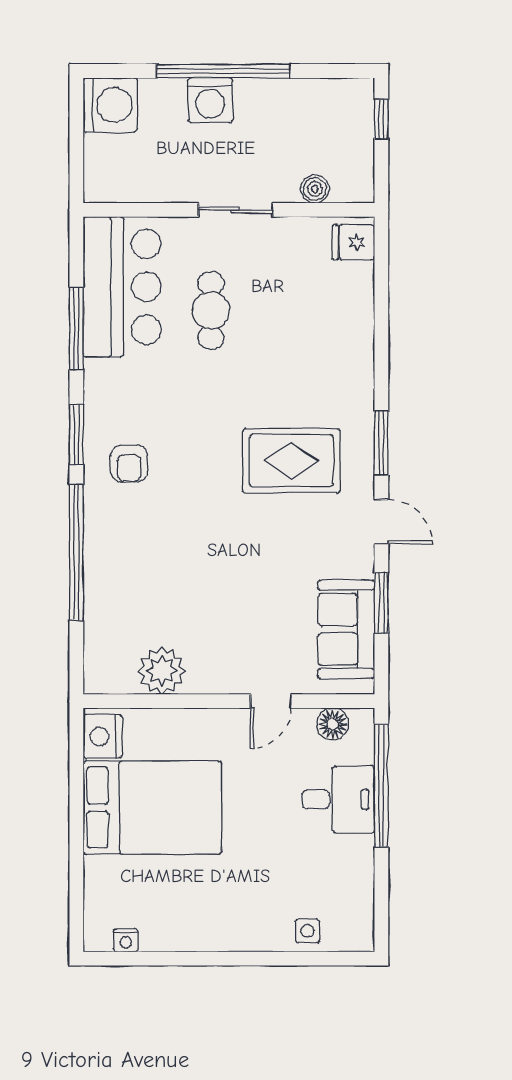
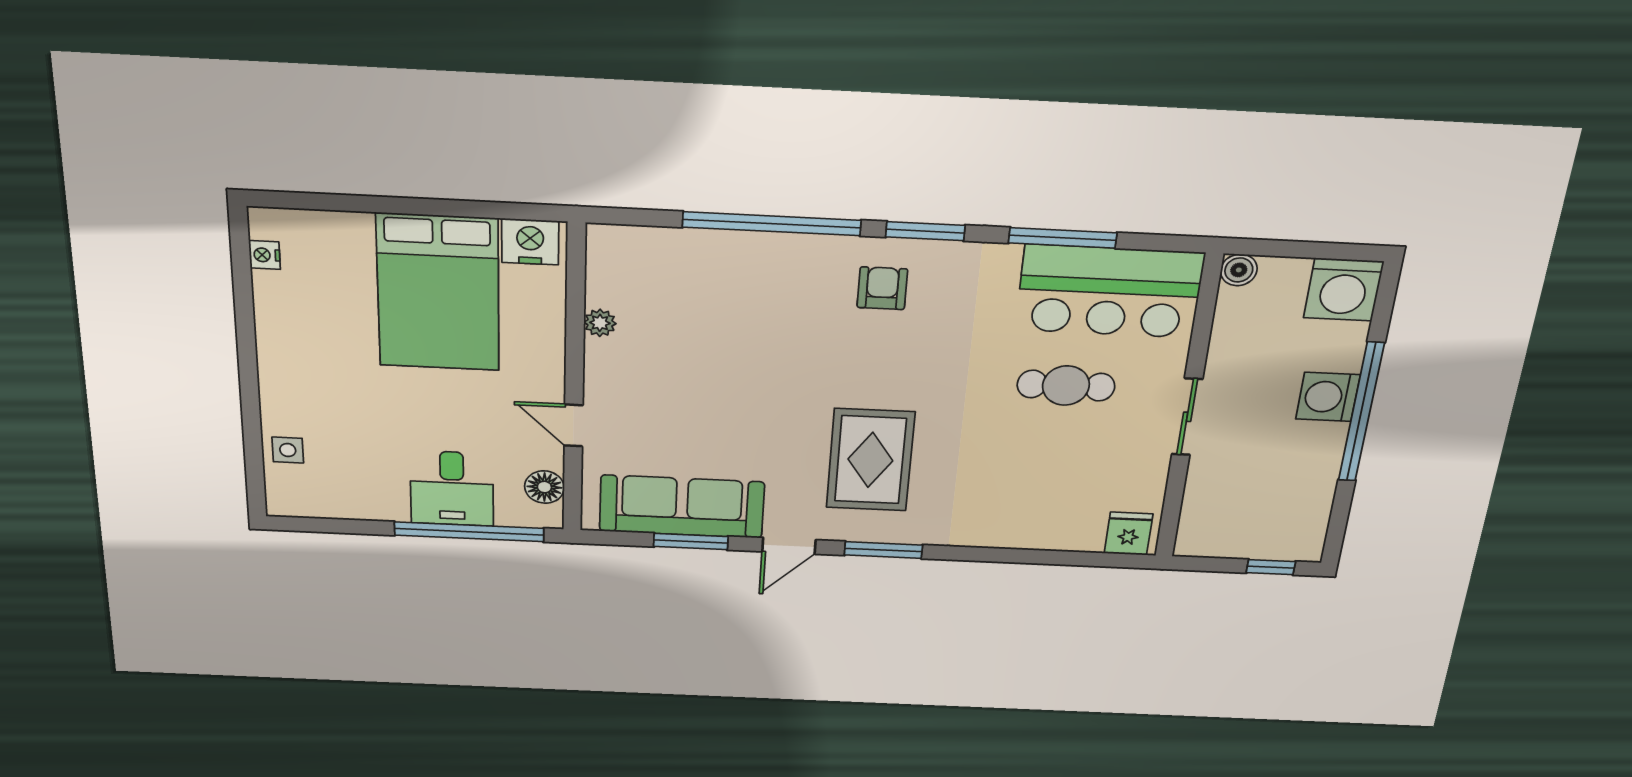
boiler: (315, 189) -> (1239, 270), moved
armchair: (129, 463) -> (882, 288), turned 90
sofa: (346, 629) -> (682, 507), width x1.36
plant: (162, 671) -> (600, 323), width x0.53, depth x0.53

